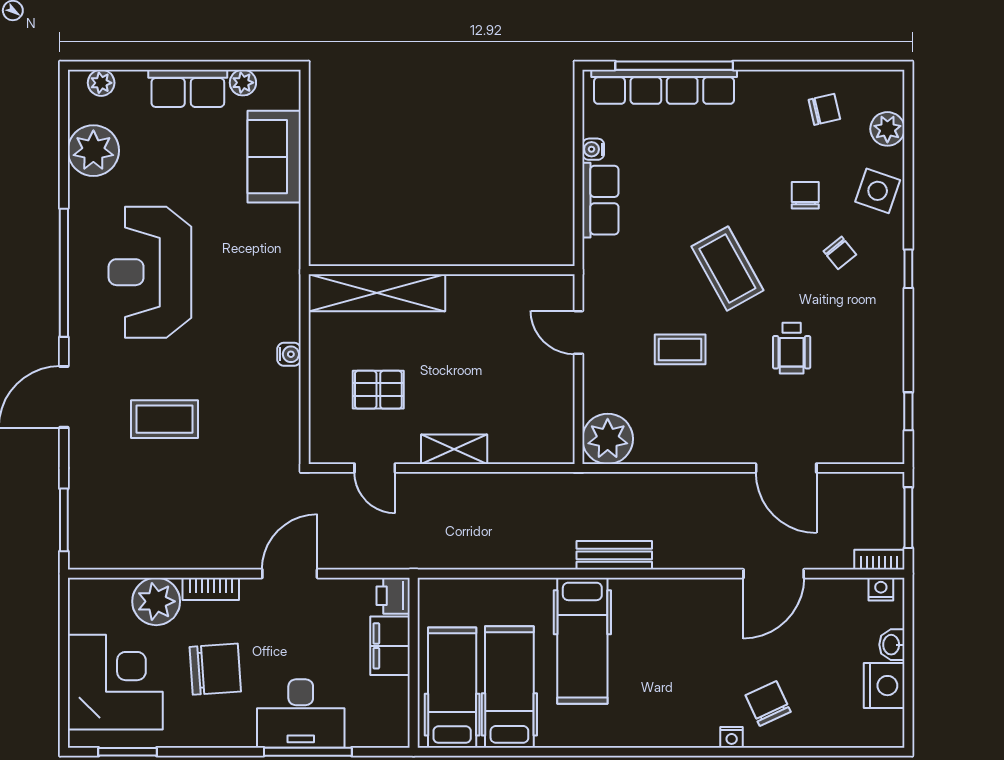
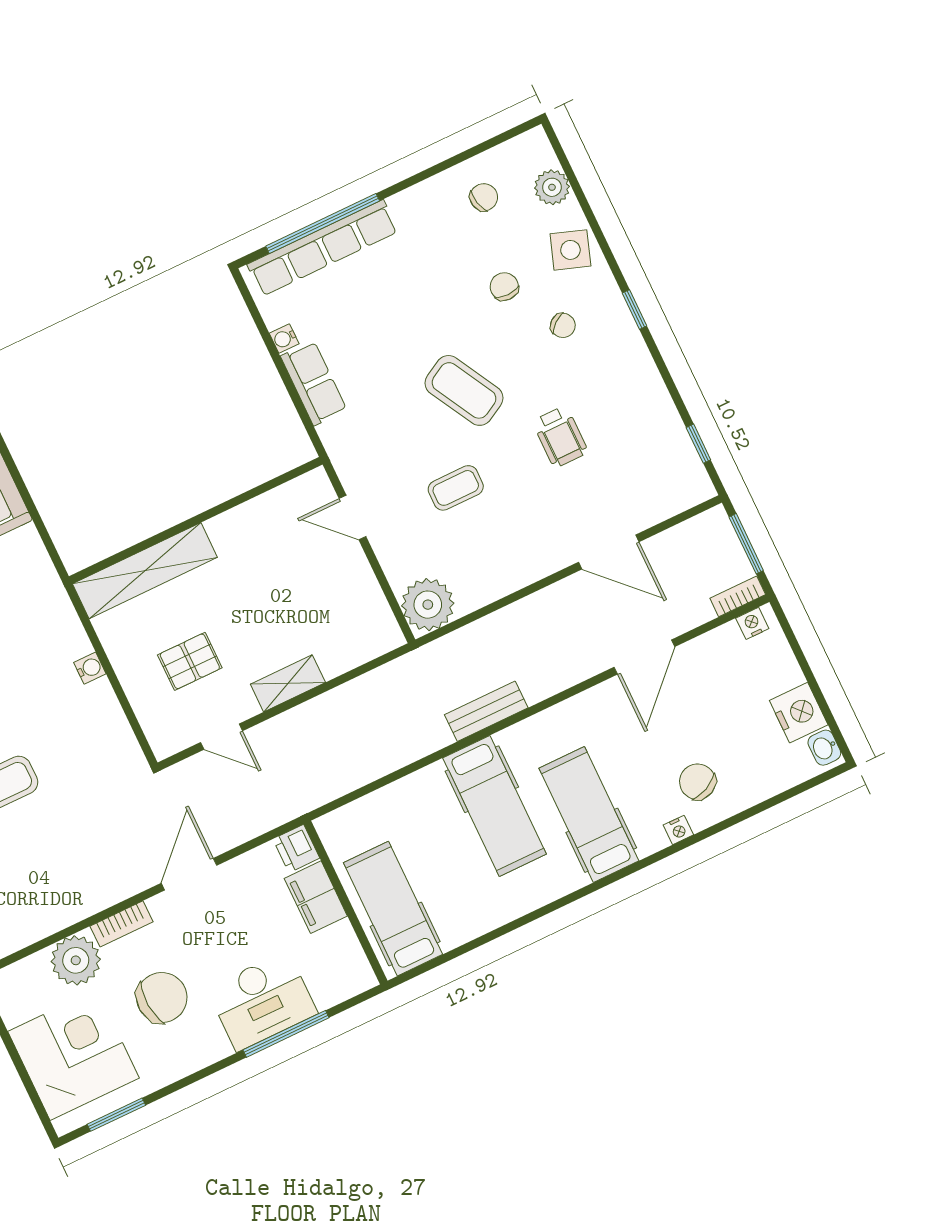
washbasin: (892, 645) -> (824, 748), moved
hospital bed: (509, 687) -> (589, 814), moved

